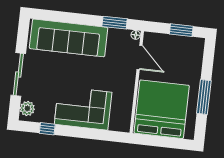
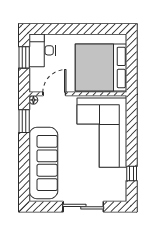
desk: (186, 50) -> (42, 50), added
window: (204, 97) -> (85, 29), removed
plant: (27, 108) -> (115, 195), removed
corner sofa: (83, 108) -> (102, 133), width x1.36, depth x1.36

